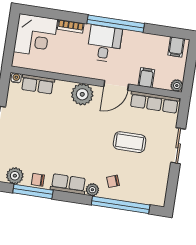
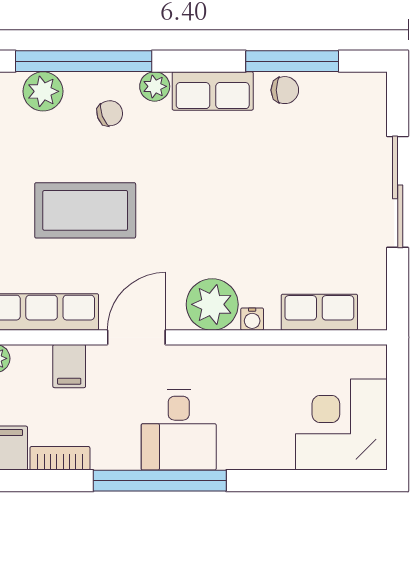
bookcase: (71, 26) -> (60, 458), moved
water cooler: (16, 78) -> (252, 319), moved
coffee table: (130, 142) -> (85, 210), width x1.36, depth x1.32
plant: (15, 176) -> (43, 91), moved

